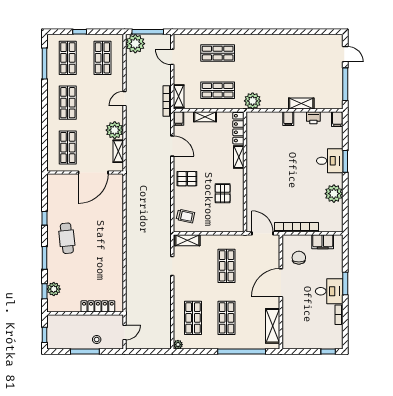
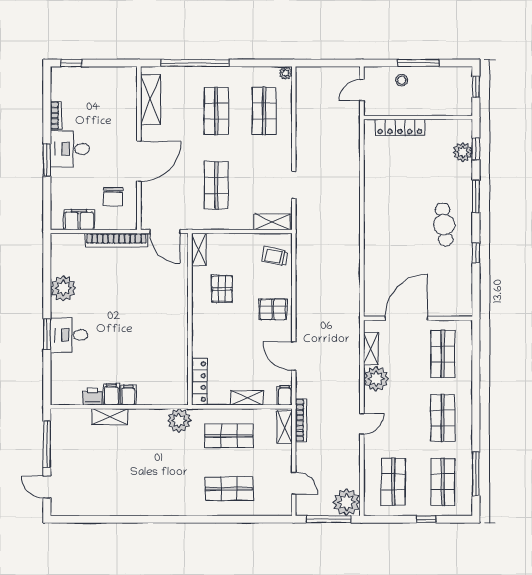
filing cabinet: (337, 119) -> (111, 395), moved
shelving: (239, 157) -> (199, 249), moved

